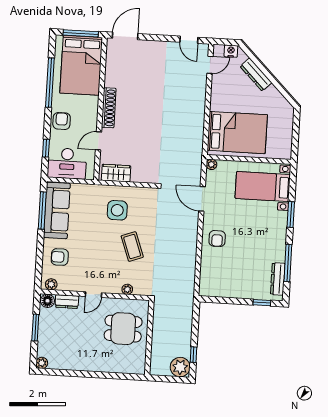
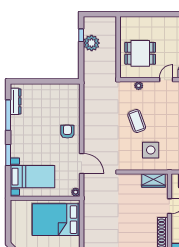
window: (262, 303) -> (28, 81), removed
plant: (180, 367) -> (92, 43), moved

